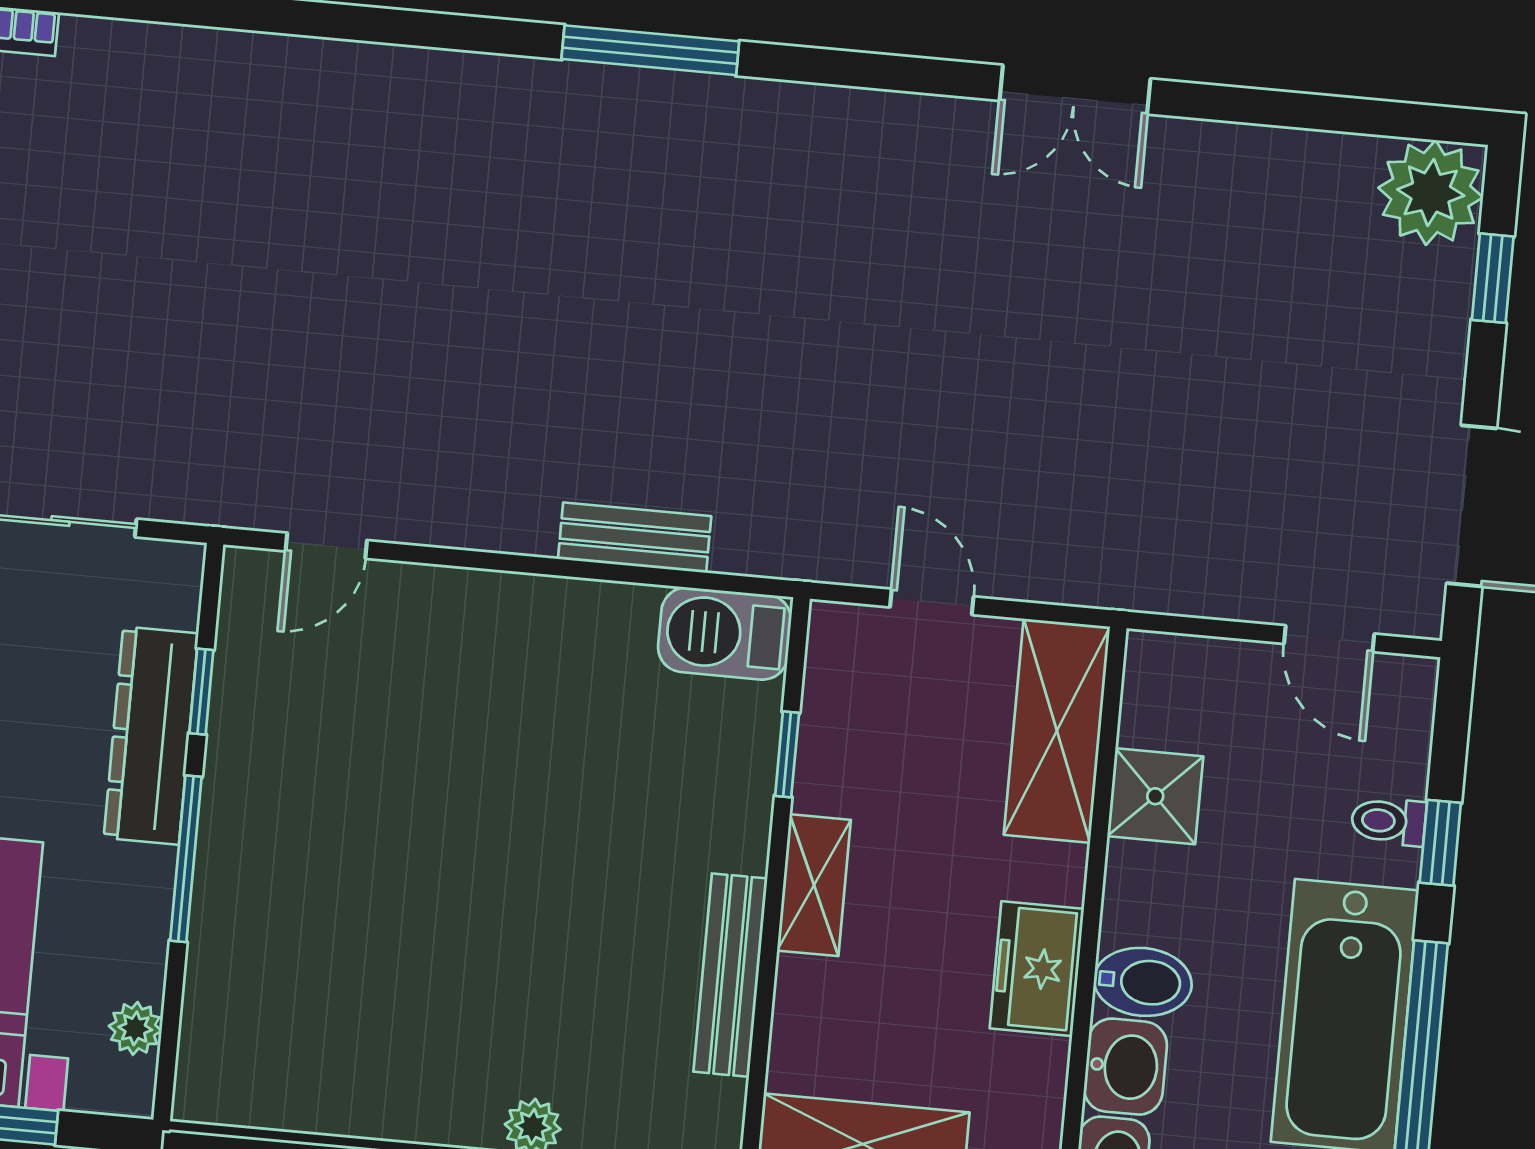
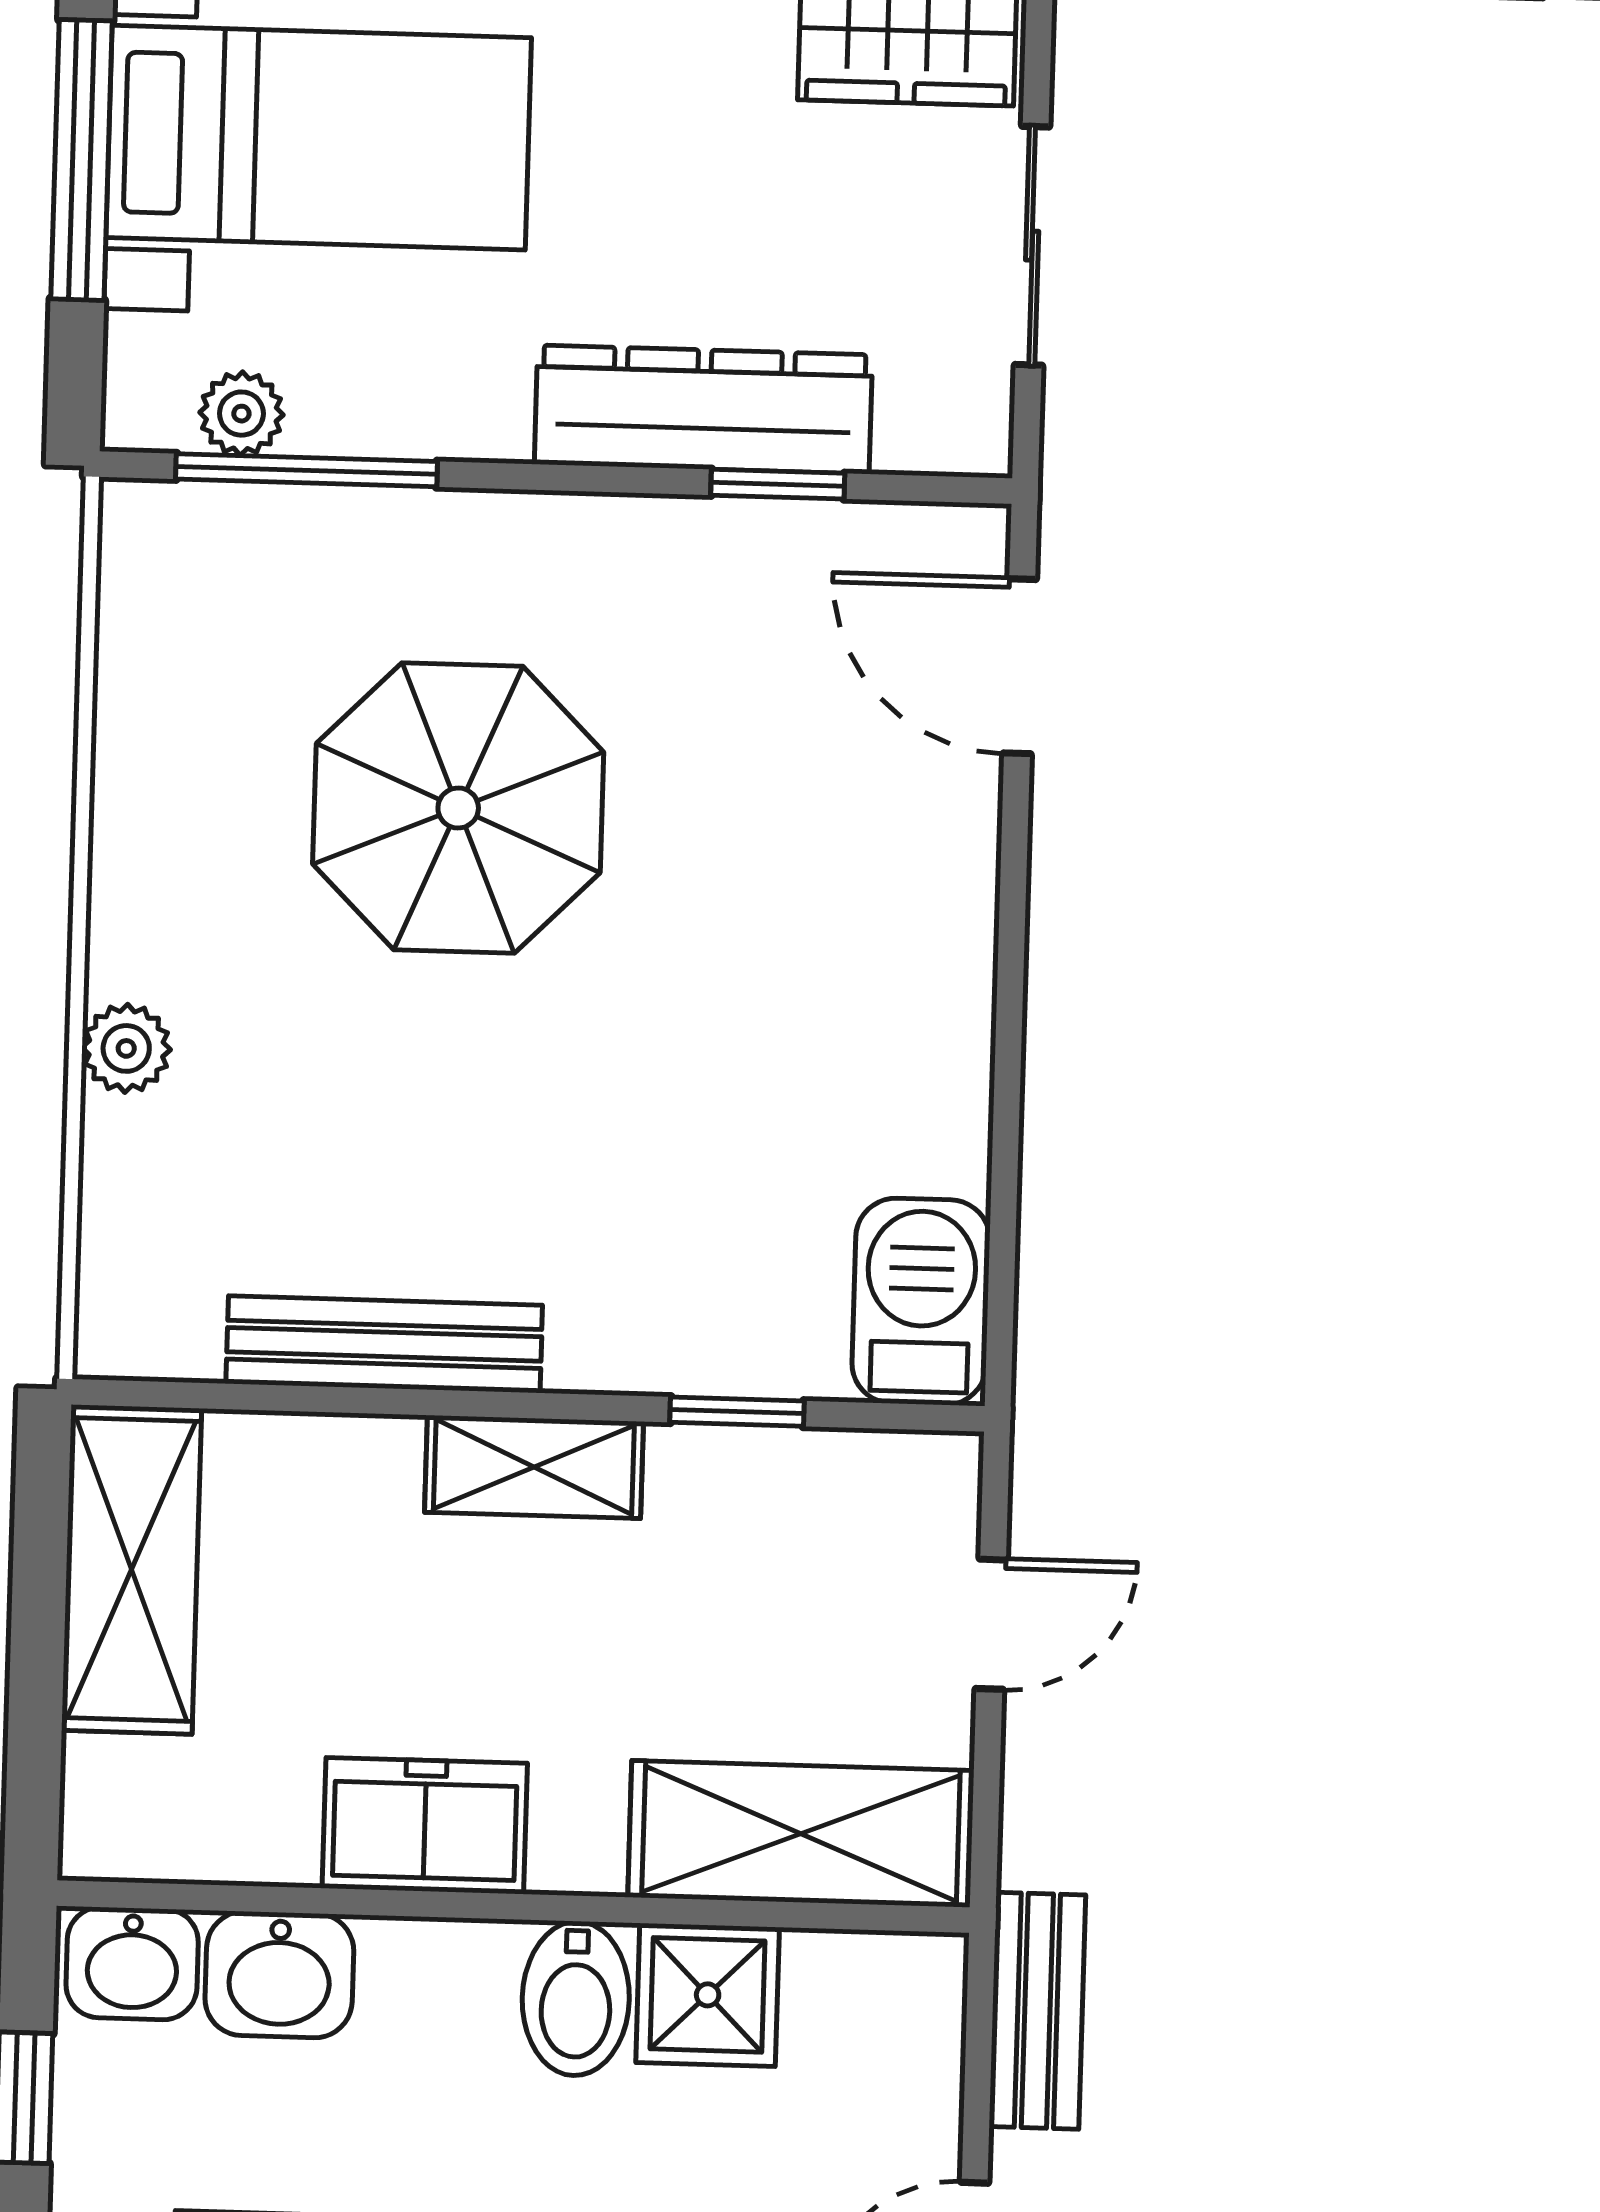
bench: (635, 538) -> (1037, 2011), moved
door: (326, 546) -> (1020, 666), width x1.37
window: (186, 859) -> (306, 470), moved
parasol: (394, 907) -> (458, 808), added
bidet: (1143, 982) -> (576, 1998), moved

